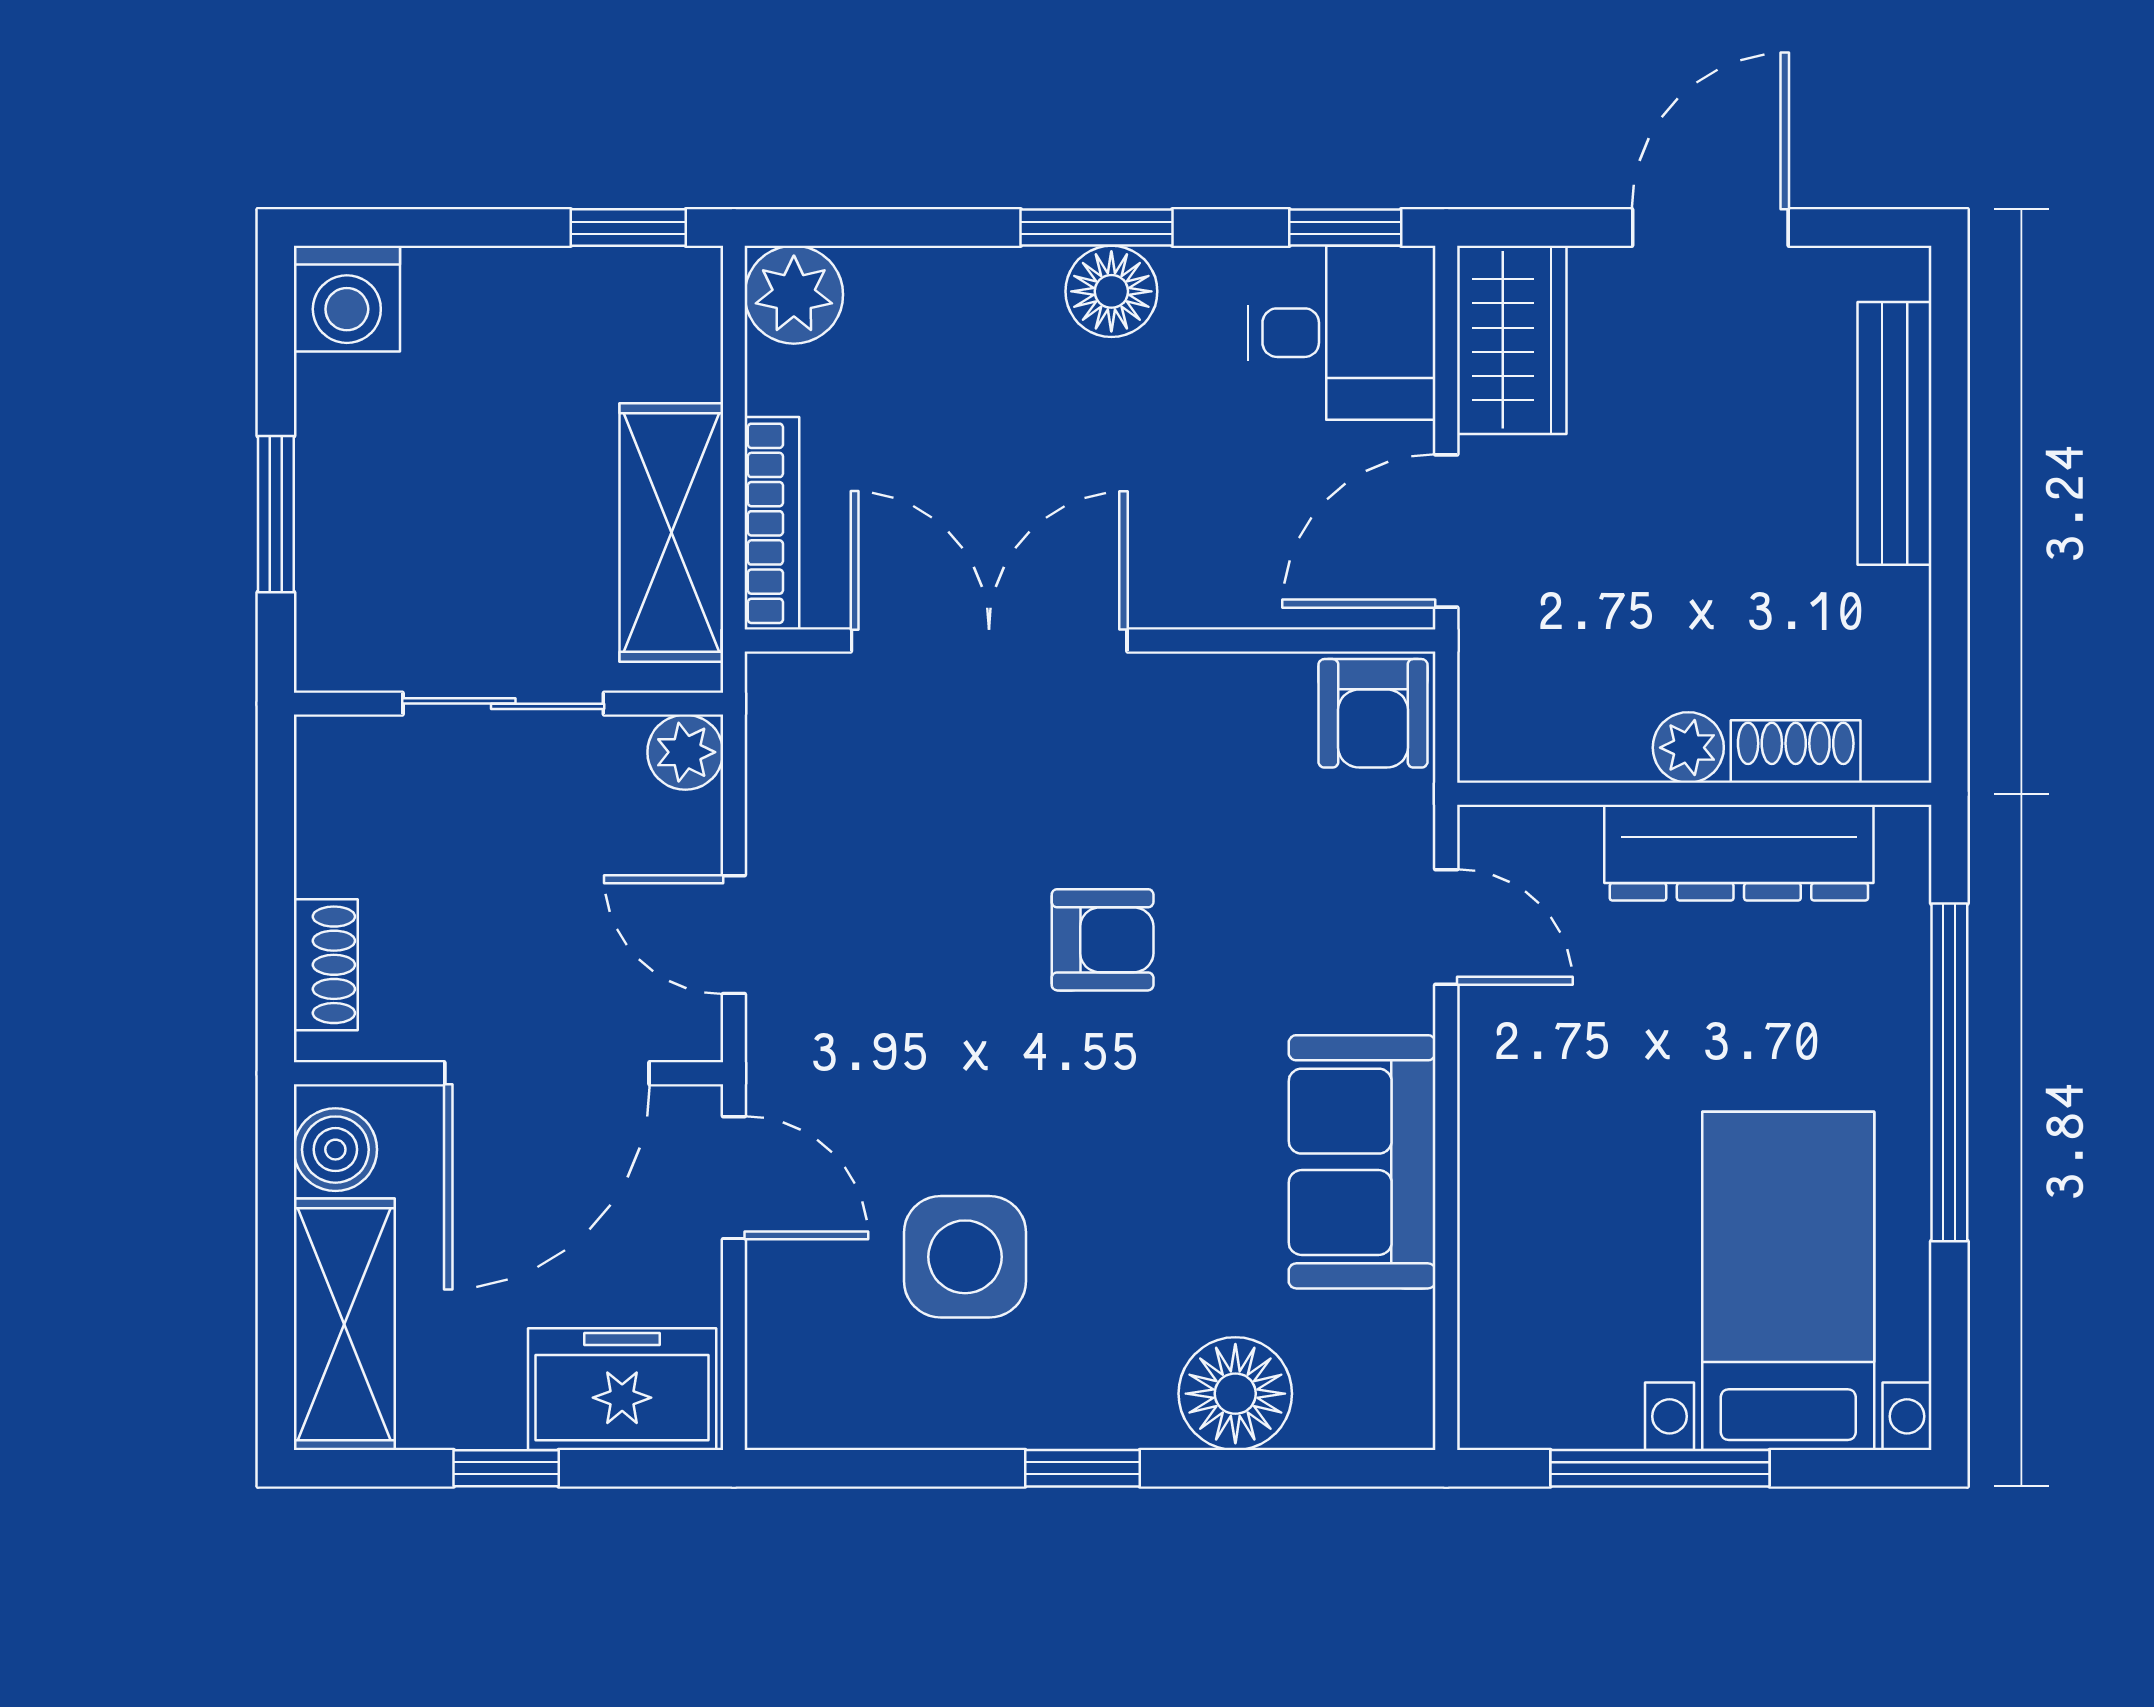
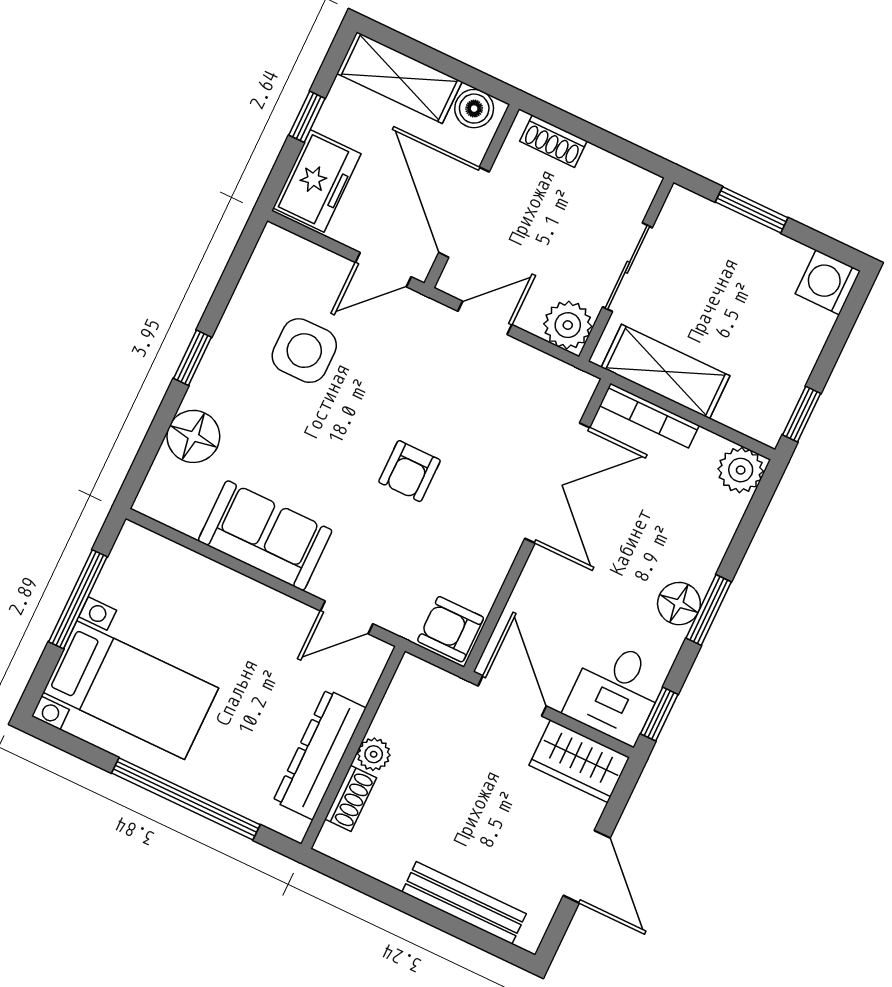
plant: (685, 752) -> (568, 325), width x1.38, depth x1.38

